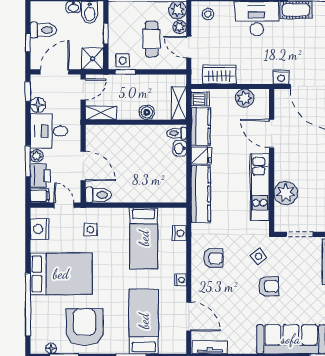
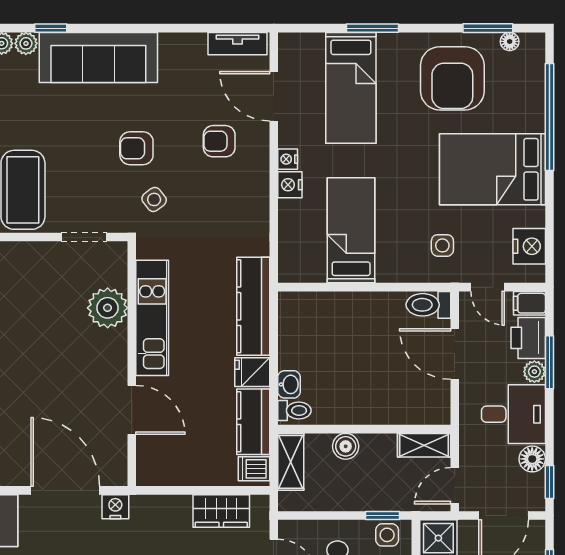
plant: (245, 98) -> (178, 471), removed
nightstand: (179, 233) -> (290, 185), moved
armchair: (213, 258) -> (219, 141), moved

